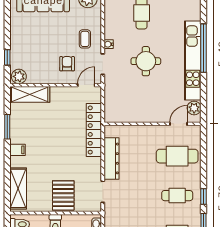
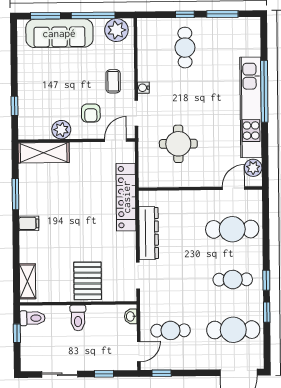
round table: (146, 61) -> (178, 144), moved
armchair: (67, 64) -> (91, 113), turned 180
plant: (19, 76) -> (61, 130), moved
shelving: (18, 188) -> (28, 281), width x0.67, depth x0.75

